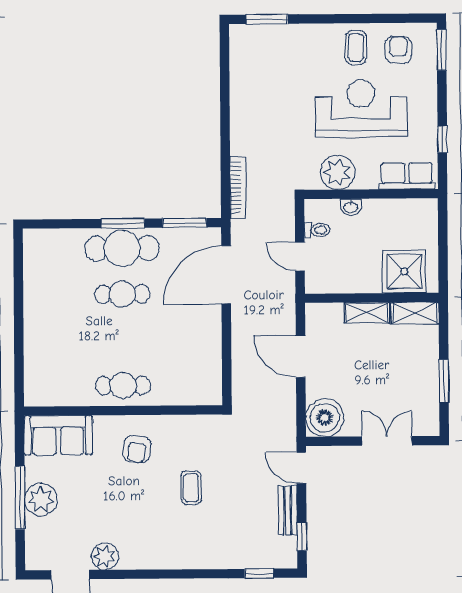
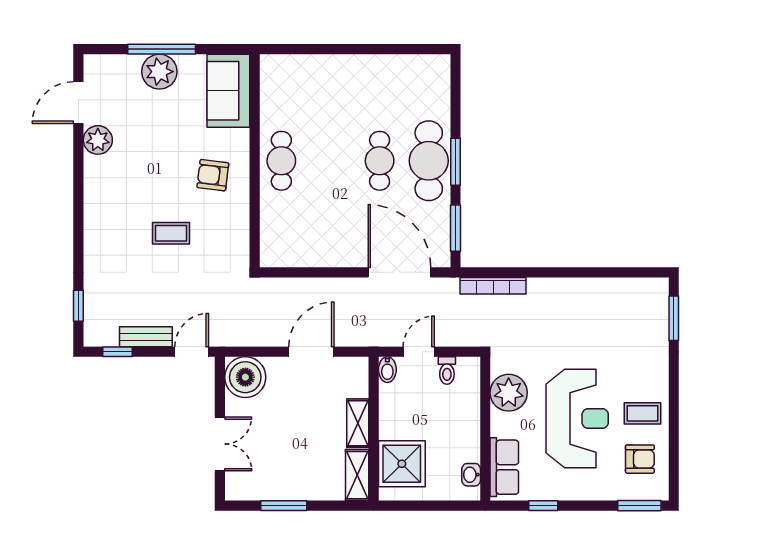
washbasin: (351, 207) -> (471, 475), moved
bidet: (317, 285) -> (387, 370), added

